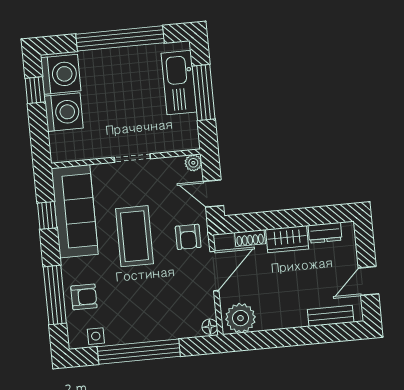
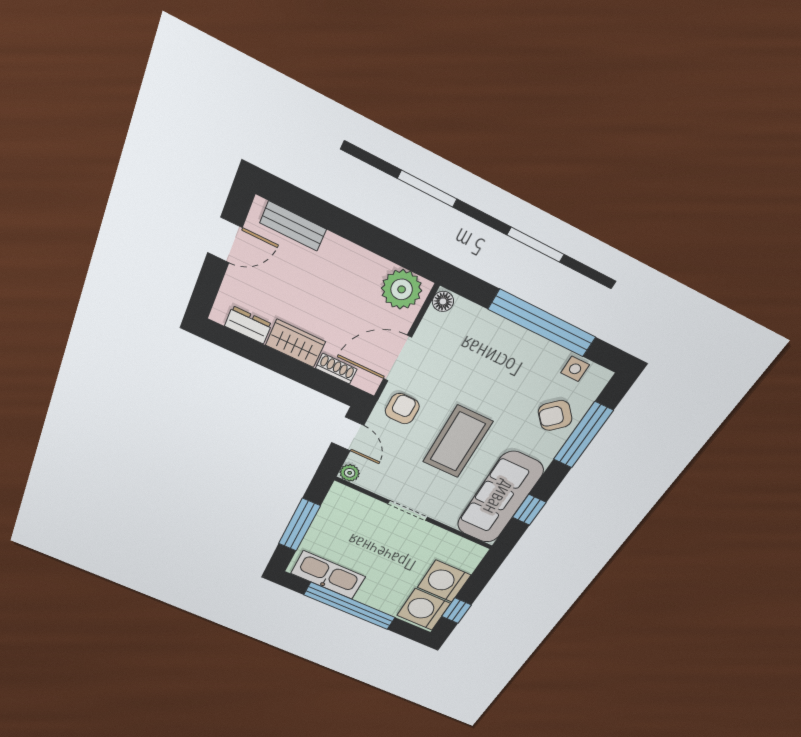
kitchen sink: (179, 83) -> (328, 575), moved, turned -90
armchair: (84, 297) -> (555, 415), turned -43

